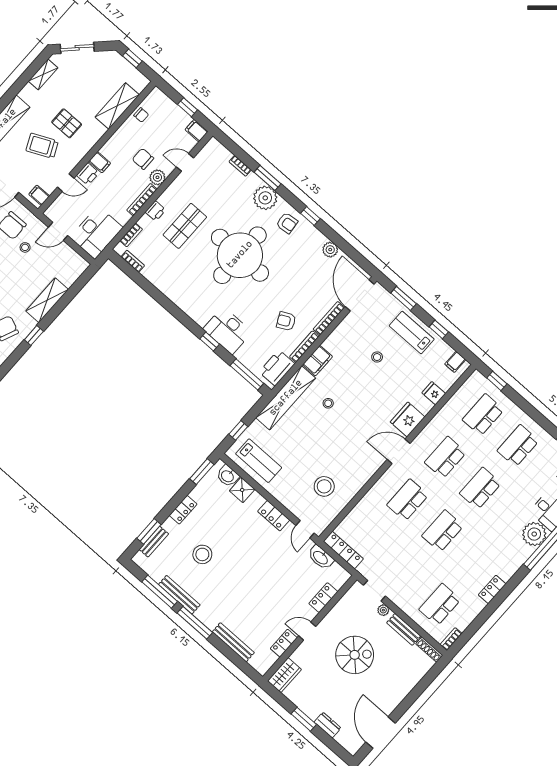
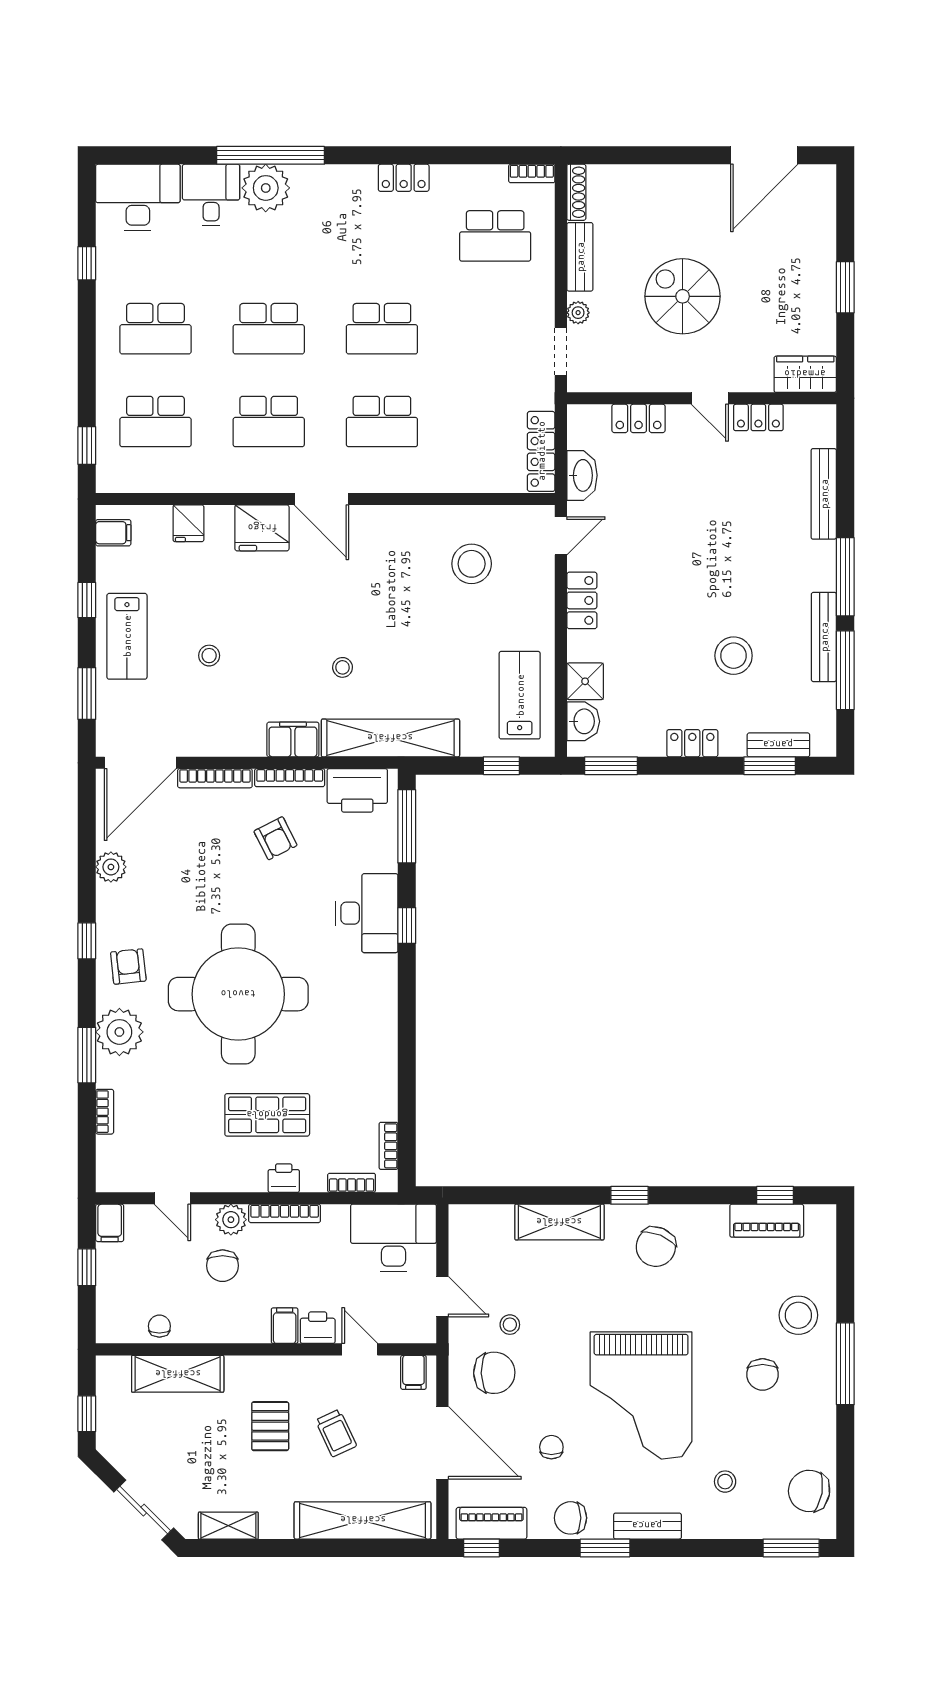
trolley: (42, 146) -> (336, 1433), width x0.73, depth x0.72
dresser: (328, 725) -> (823, 244), removed

